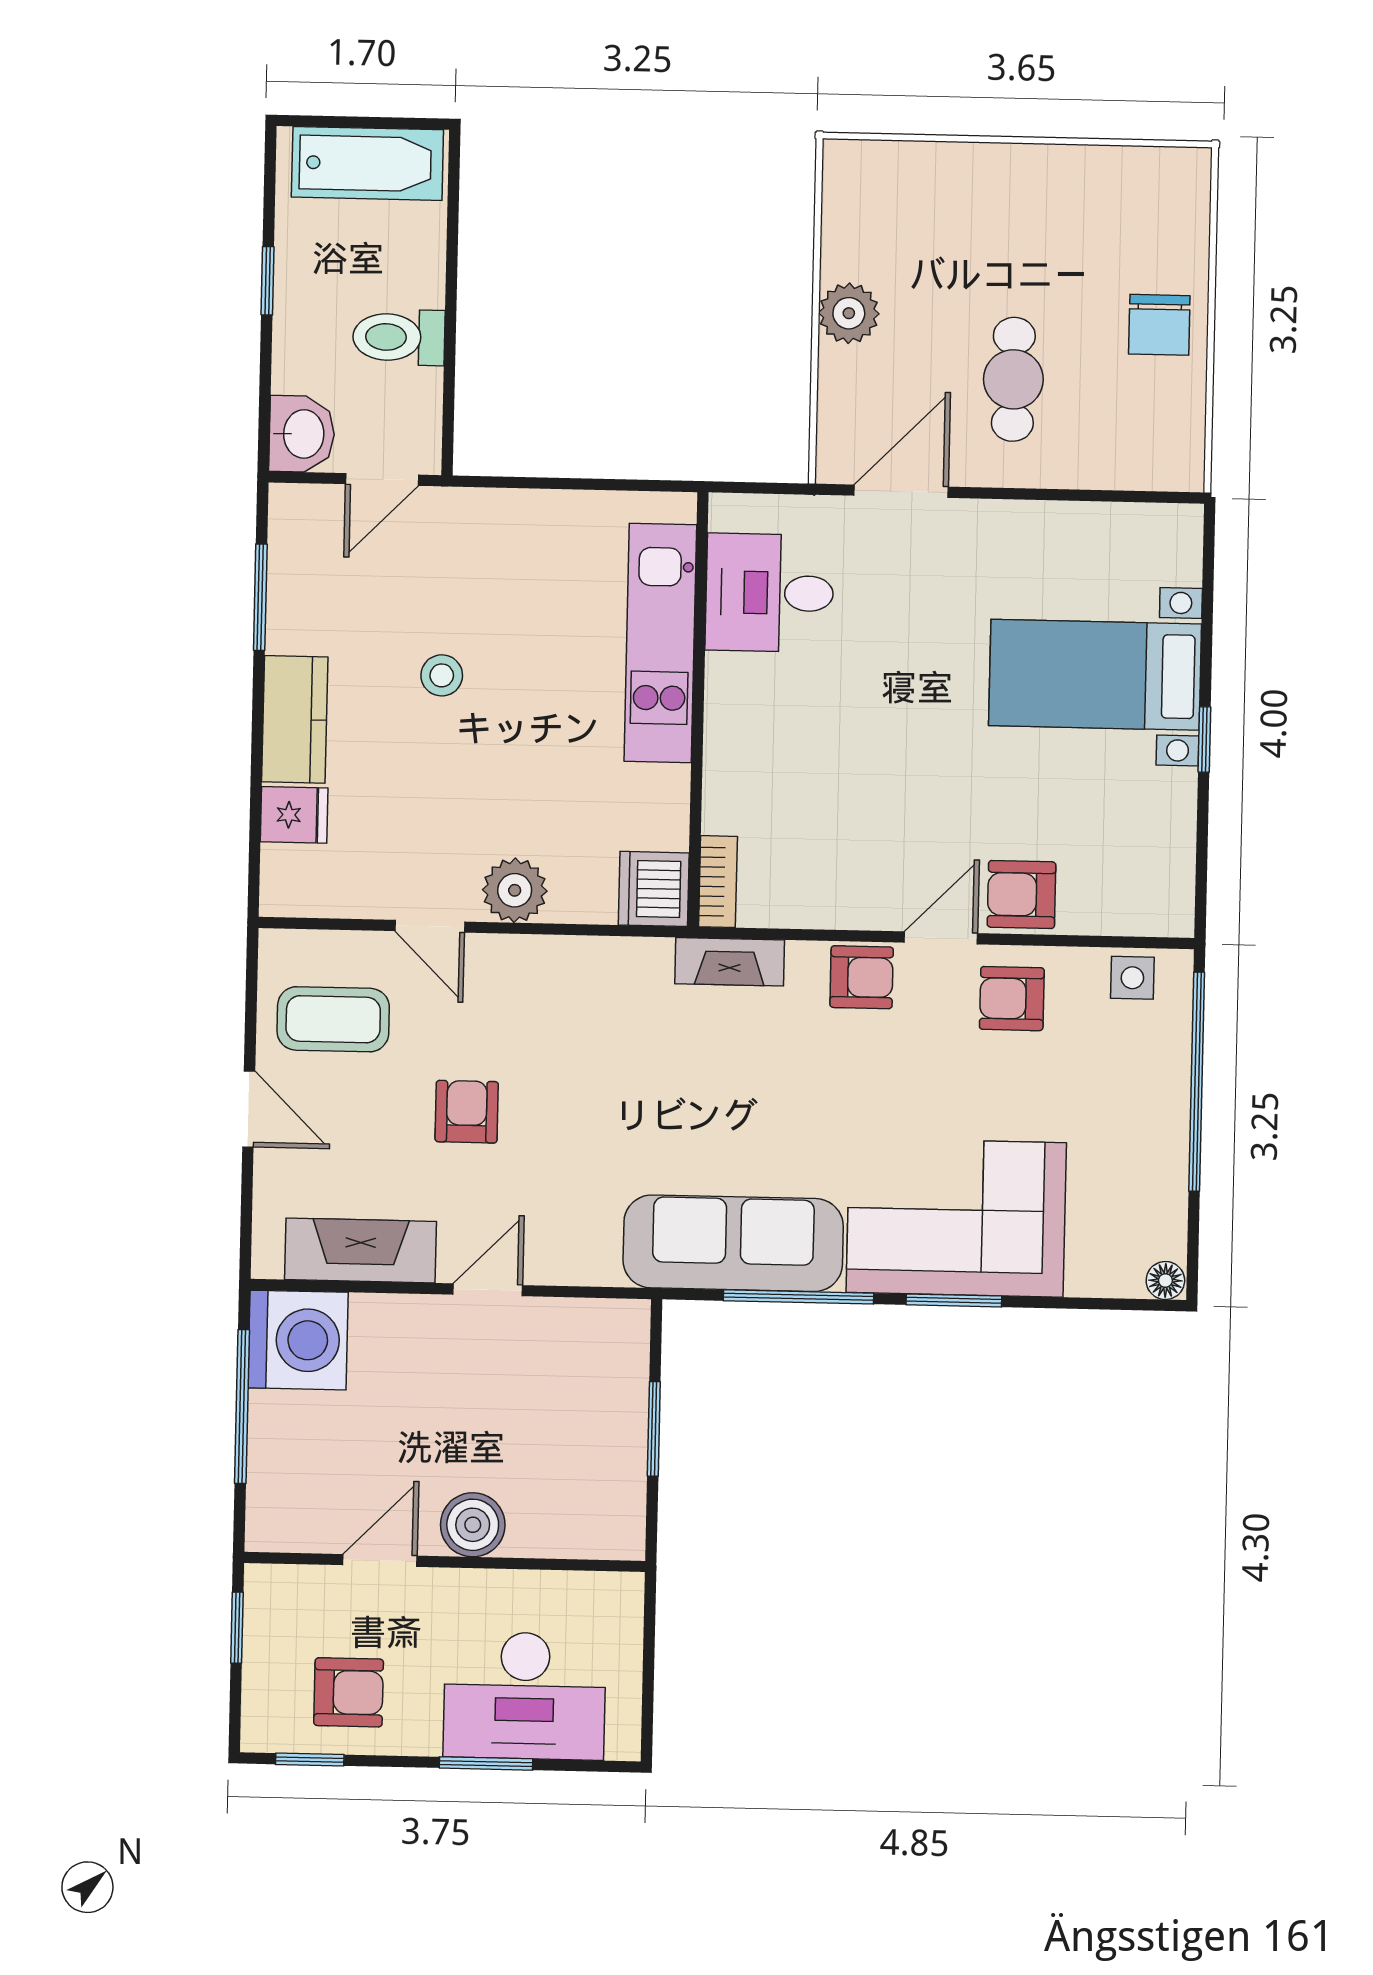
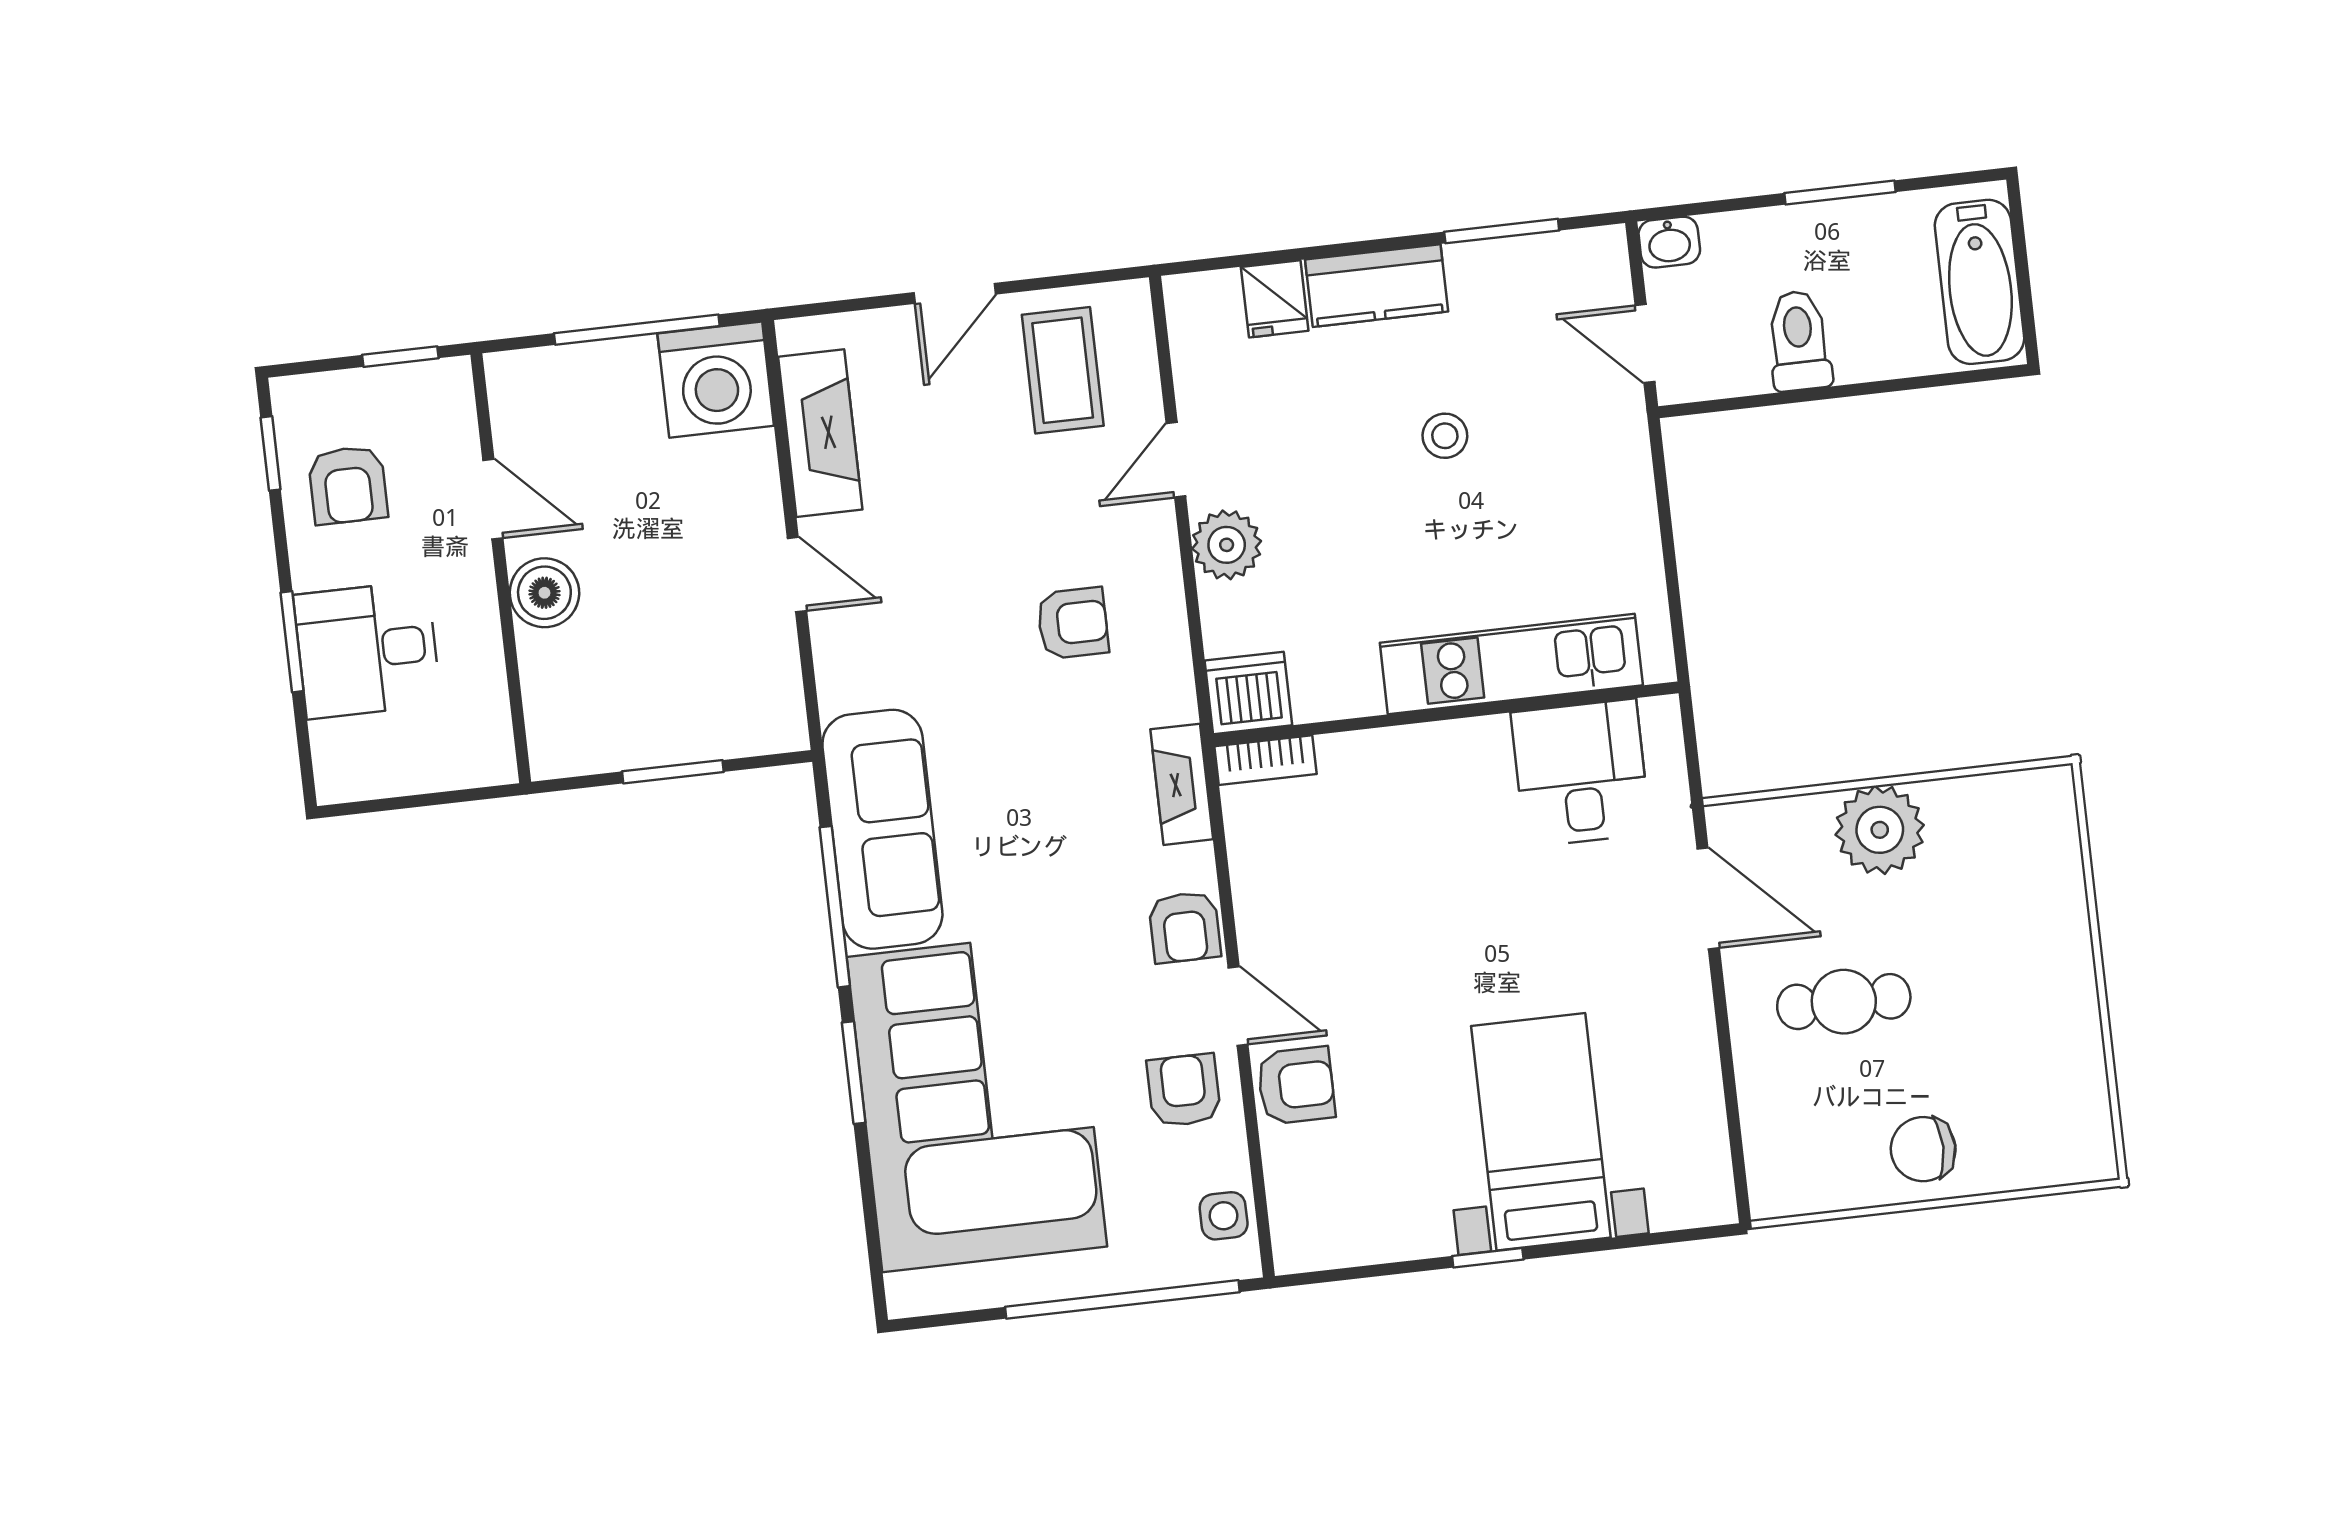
window: (267, 281) -> (1840, 193), width x1.50
plant: (849, 313) -> (1880, 830), width x1.36, depth x1.36
washbasin: (302, 434) -> (1669, 242), width x0.72, depth x0.69
armchair: (1022, 895) -> (1296, 1085), turned 90
armchair: (467, 1112) -> (1073, 623), moved
corner sofa: (956, 1218) -> (977, 1102), width x1.36, depth x1.36
floor lamp: (1165, 1281) -> (906, 1295), removed
desk: (525, 1696) -> (367, 650), width x0.73

